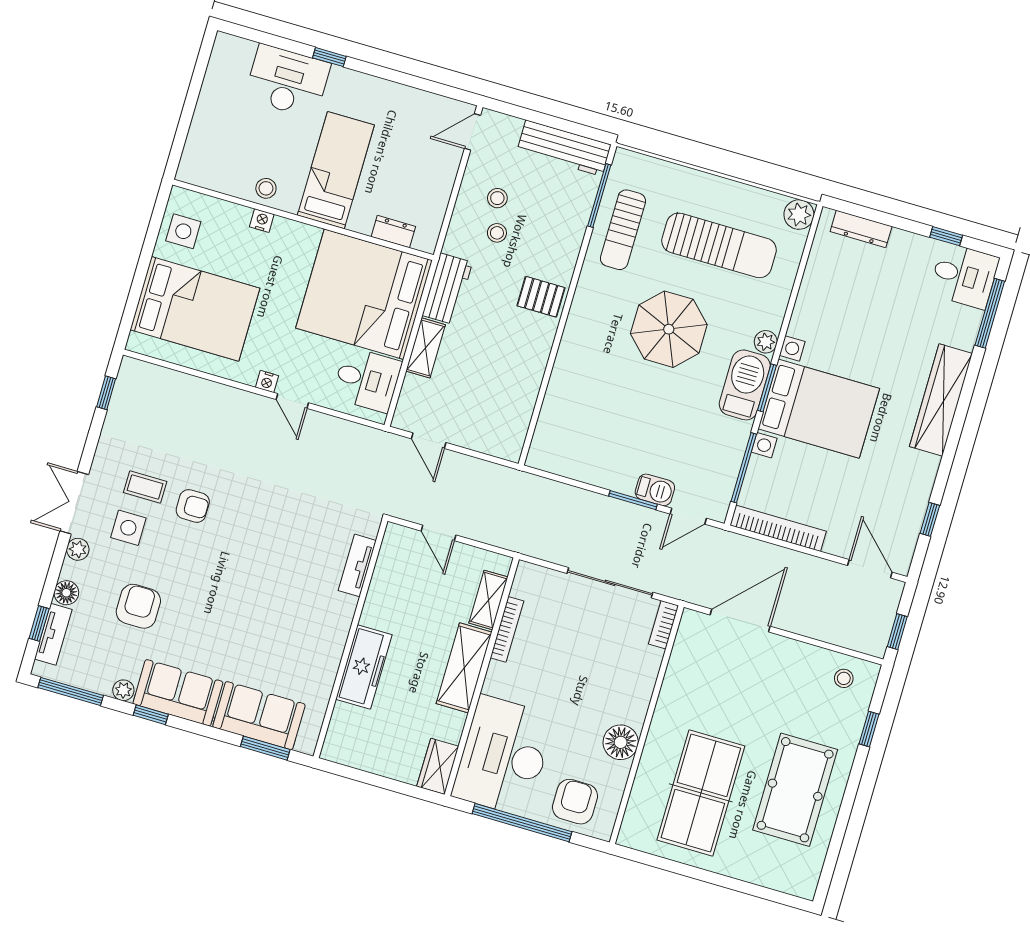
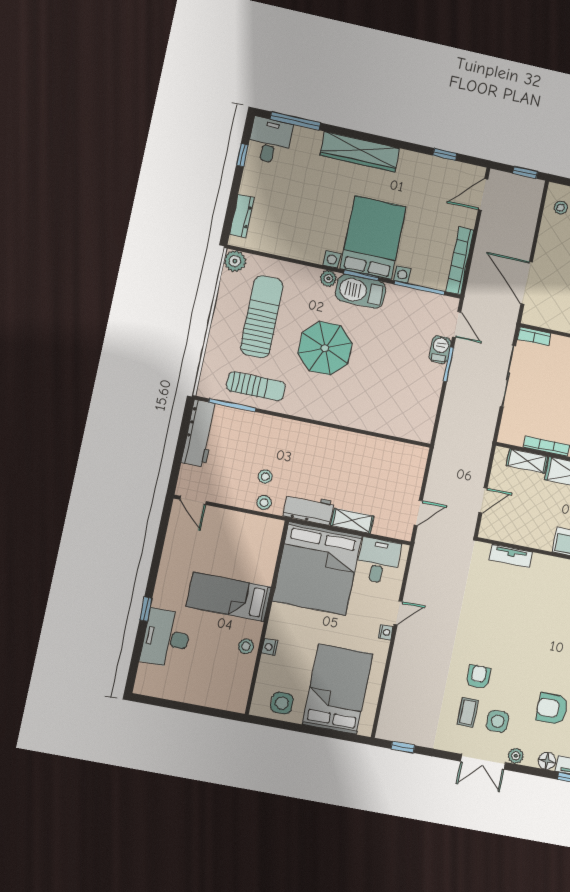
stool: (497, 198) -> (264, 503), moved
dresser: (393, 232) -> (270, 551), removed
pallet: (541, 297) -> (309, 441), removed

